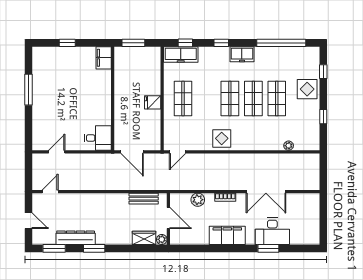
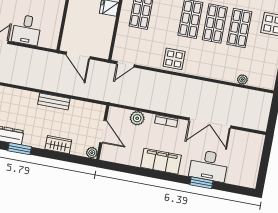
desk: (98, 138) -> (27, 30), moved, turned 90
bench: (144, 199) -> (54, 101), moved
wardrobe: (144, 238) -> (58, 145), moved

